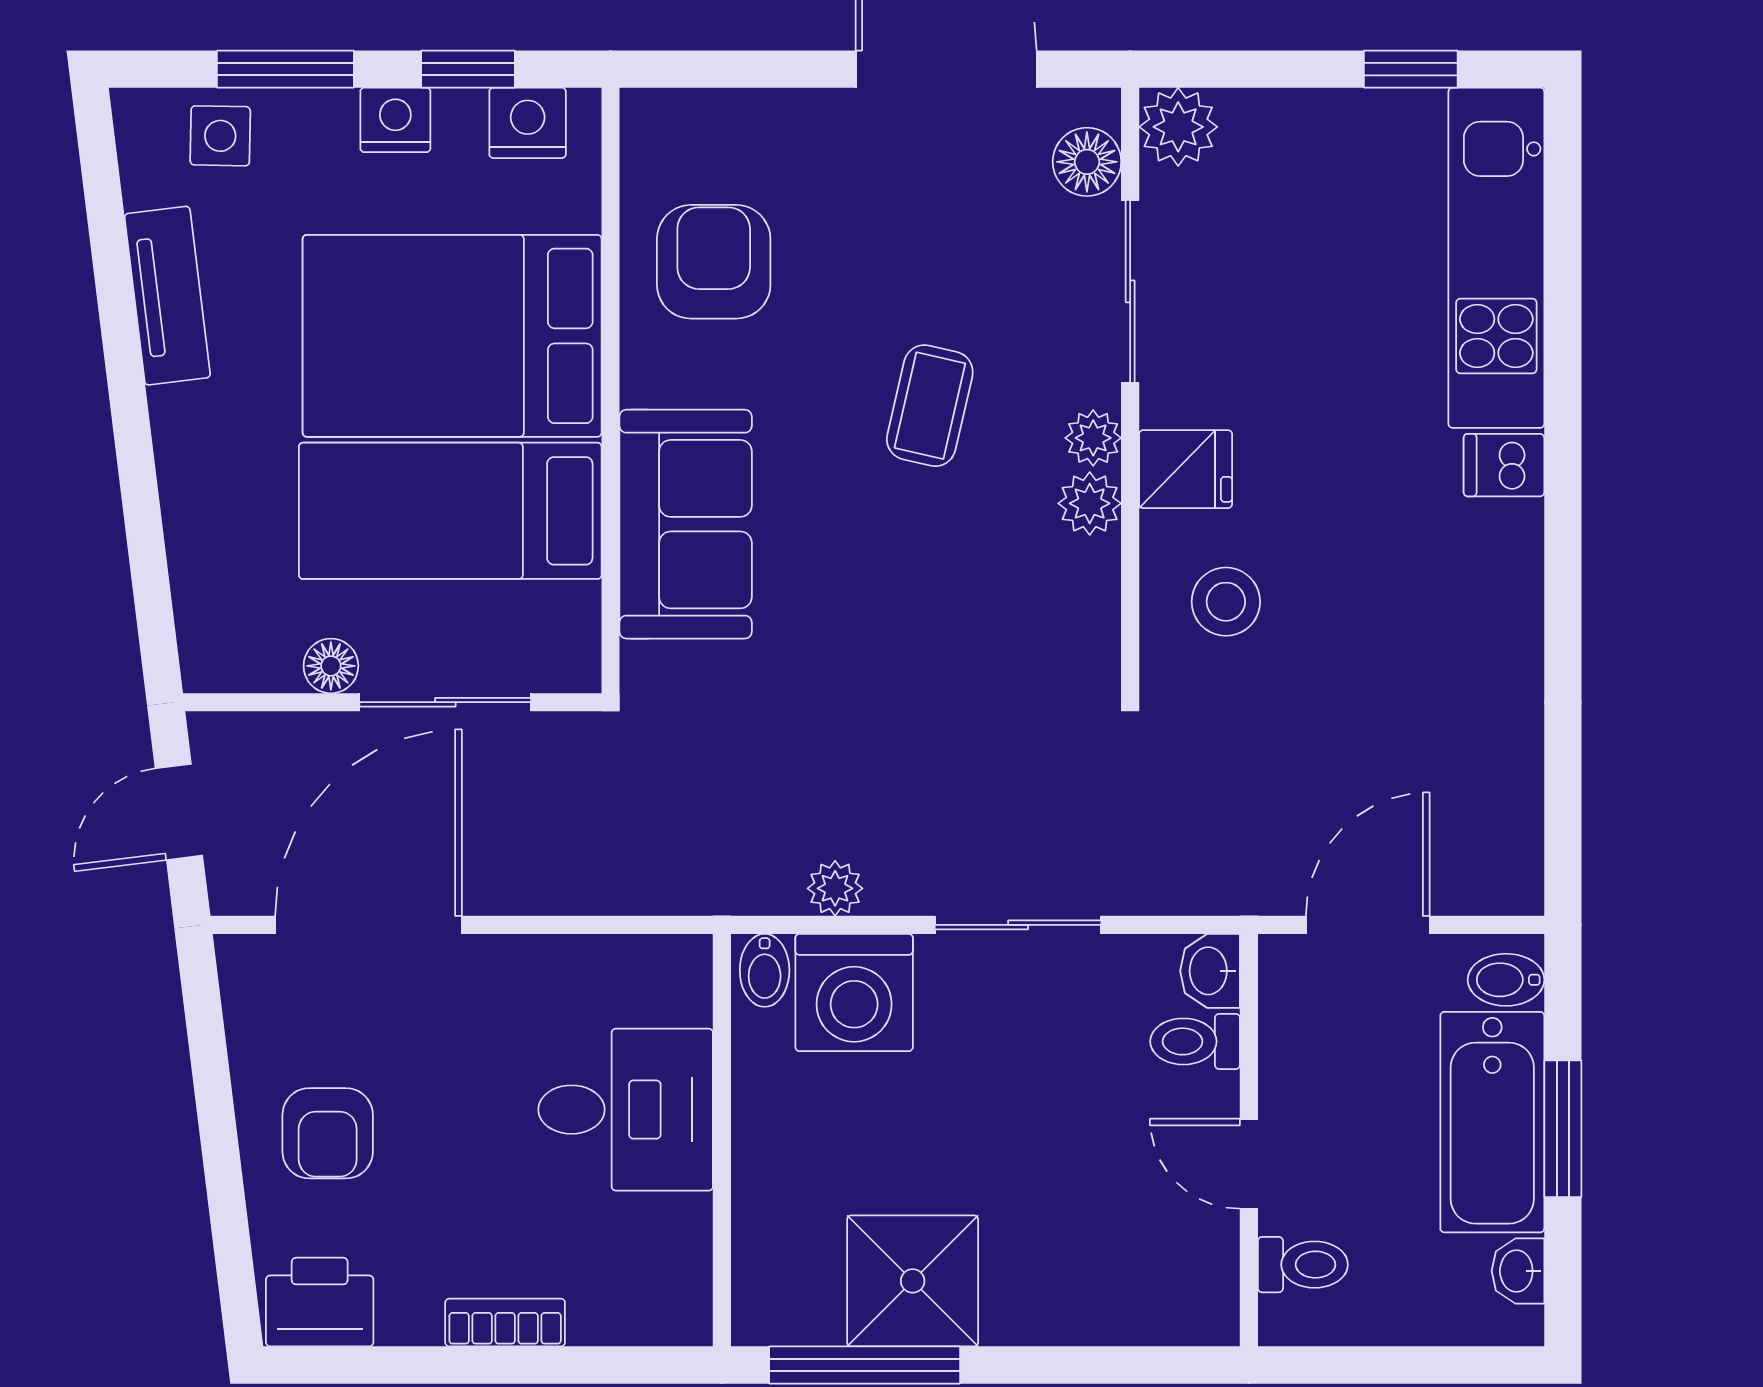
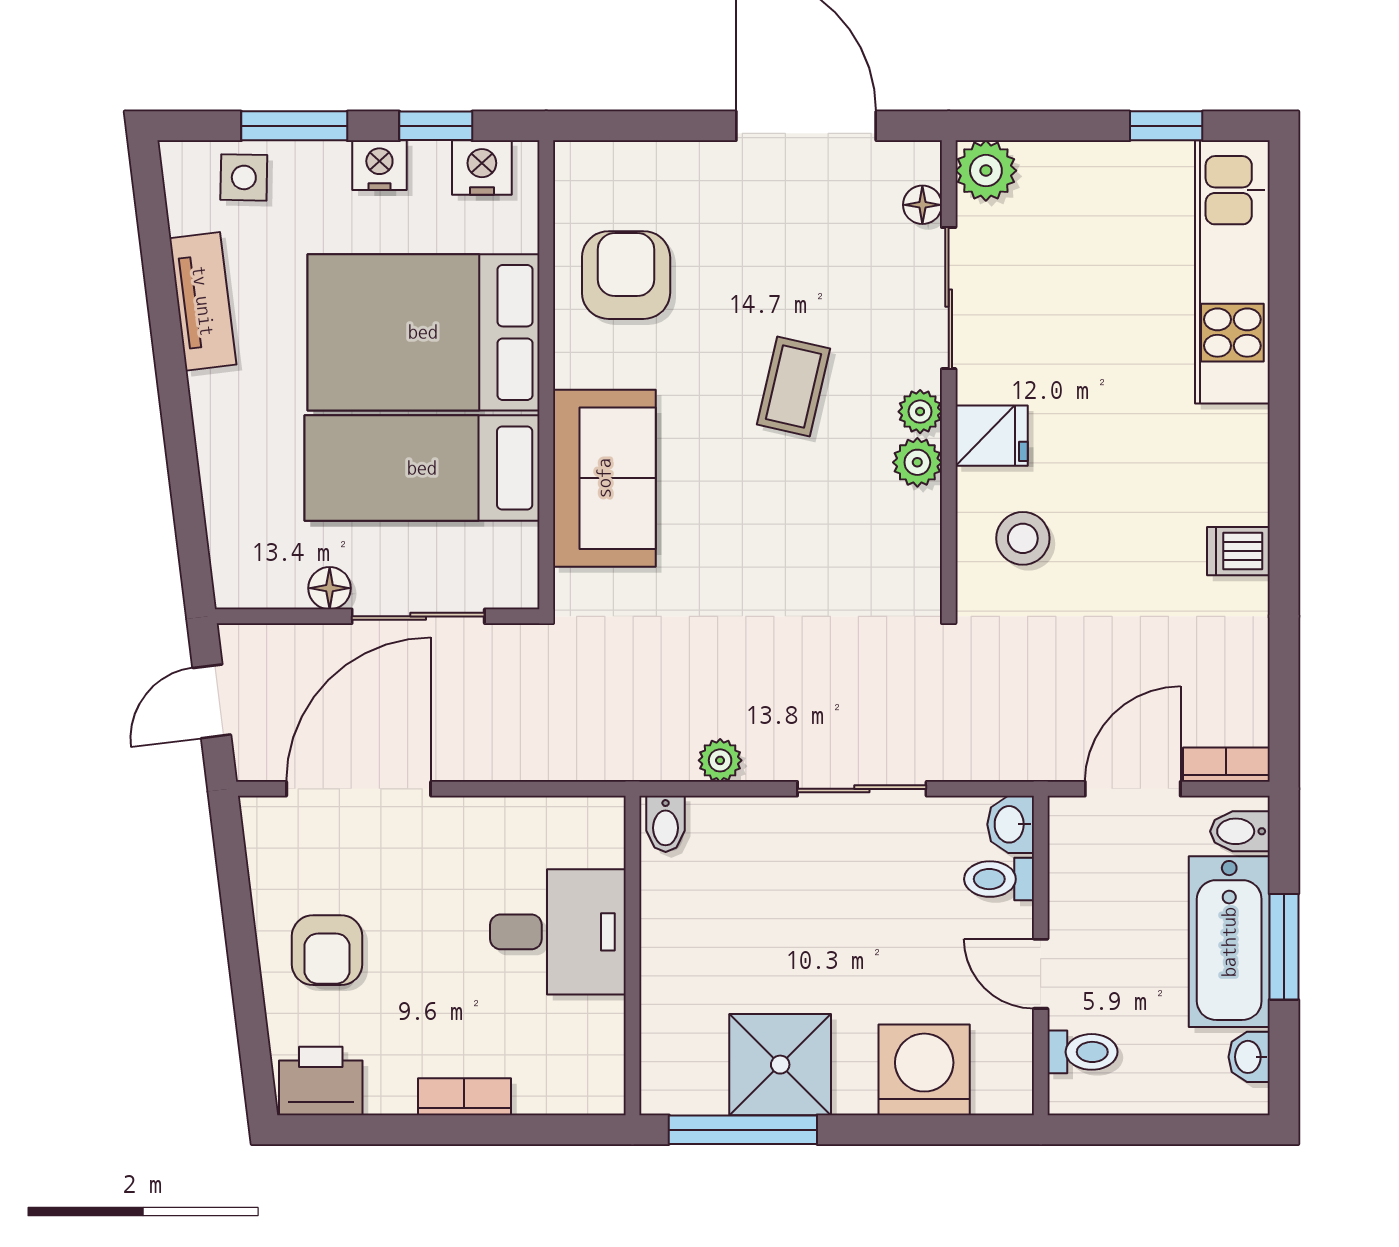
floor lamp: (1087, 162) -> (922, 205), width x0.73, depth x0.73
dishwasher: (1504, 465) -> (1238, 551), moved
bookcase: (1488, 894) -> (1226, 765), added
washing machine: (854, 993) -> (924, 1070), moved, turned 180

